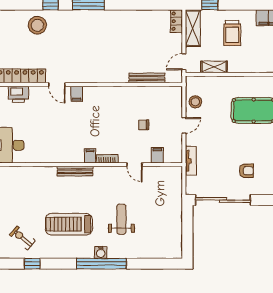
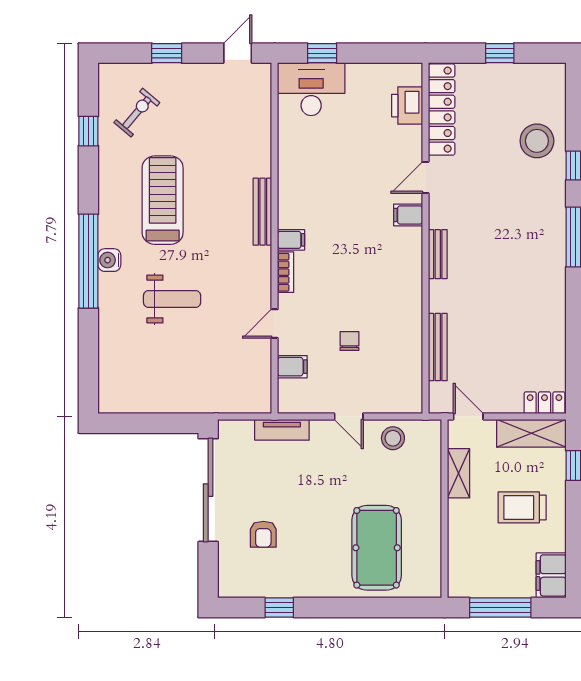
bench: (98, 78) -> (438, 254), added

